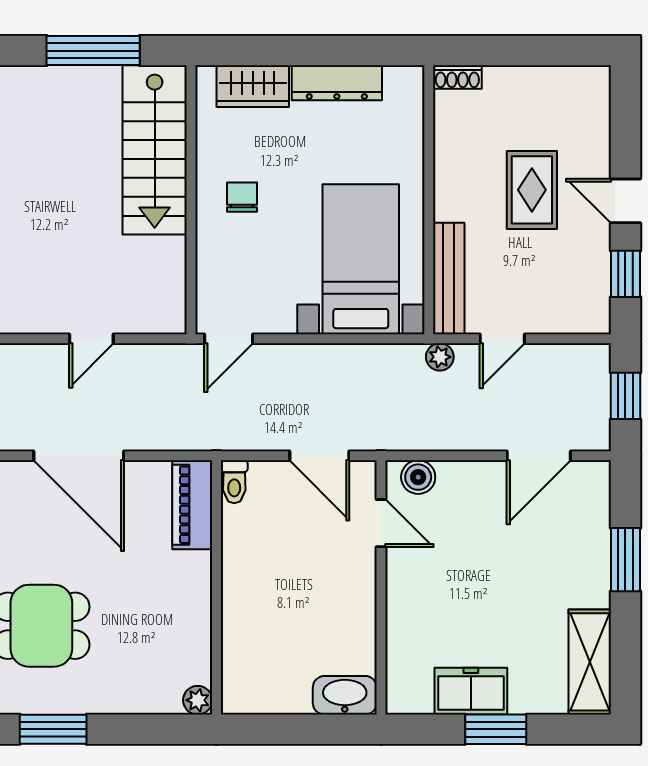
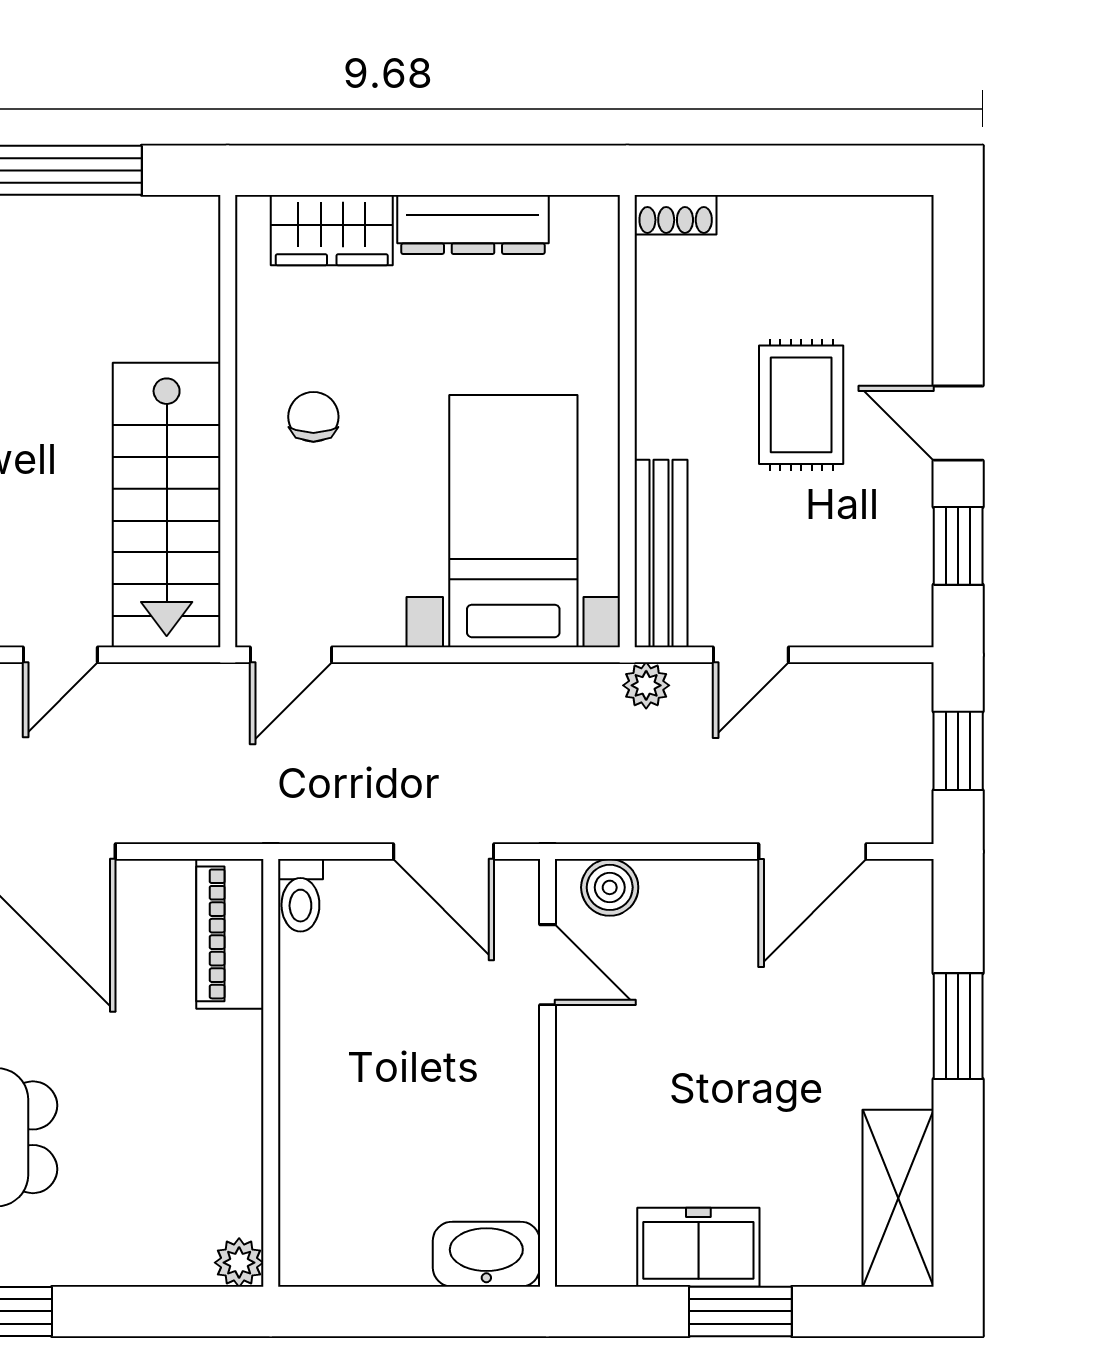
stairs: (155, 150) -> (167, 505), moved

